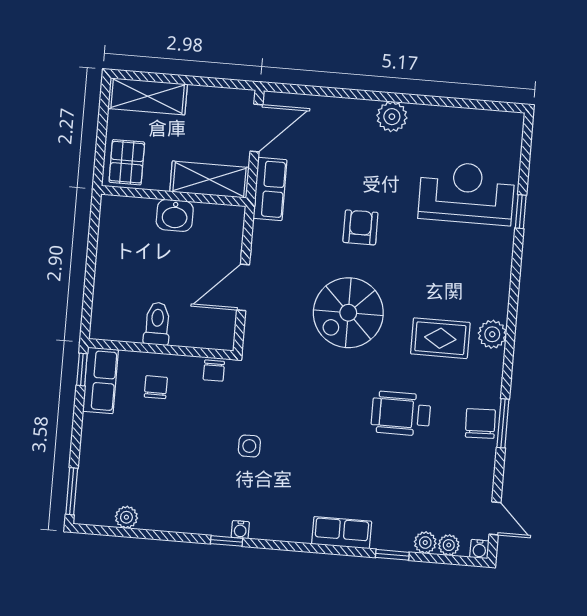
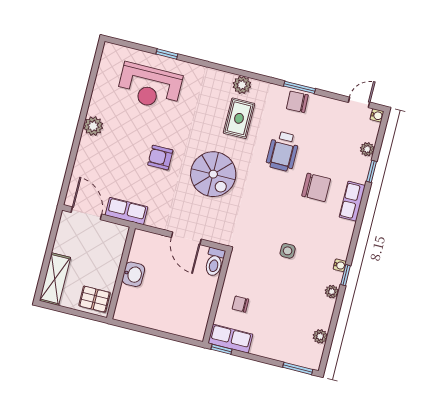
shelving: (209, 180) -> (114, 248), removed
reception desk: (467, 193) -> (150, 87), turned -90
toilet: (157, 324) -> (214, 262), moved, turned -90
chair: (214, 371) -> (316, 187), moved, width x1.87, depth x1.87
plant: (449, 545) -> (332, 292), moved

